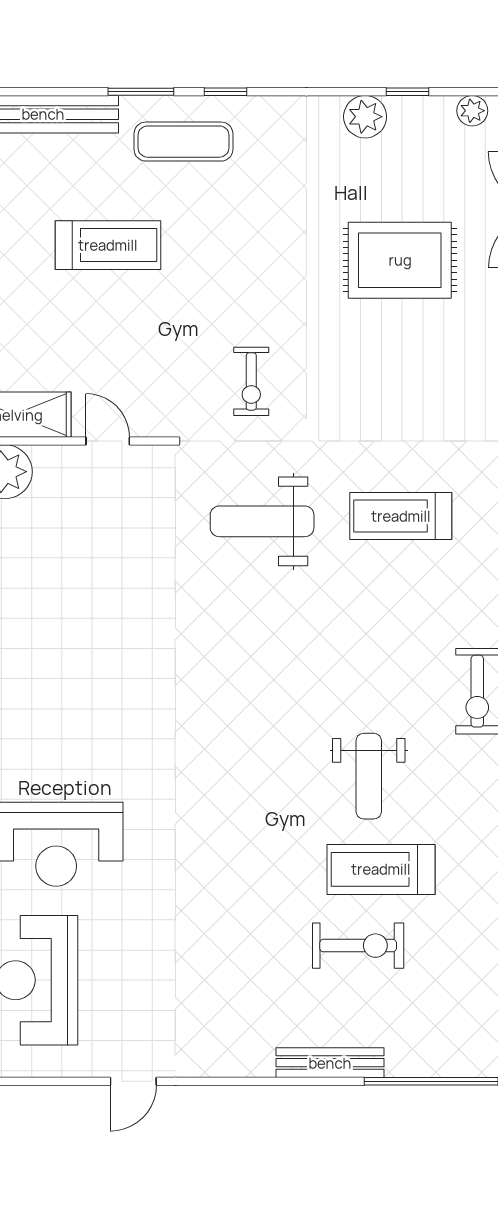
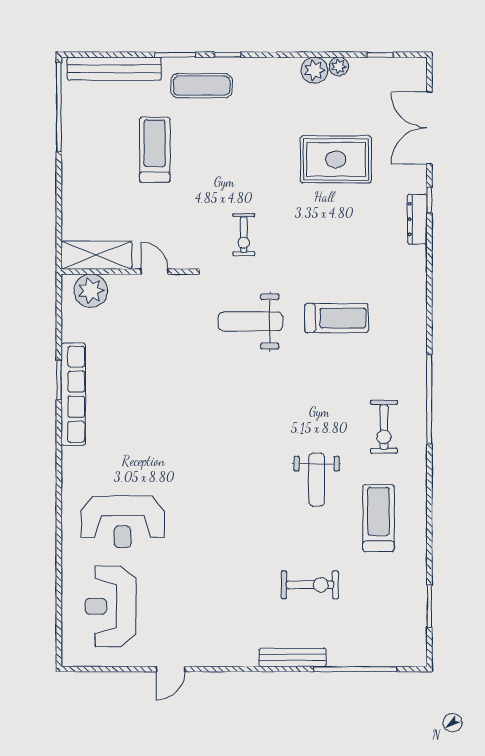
window: (408, 92) -> (380, 55), moved
plant: (472, 111) -> (339, 66), moved
treadmill: (108, 245) -> (155, 150), turned -90
treadmill: (401, 516) -> (336, 318), turned 180
treadmill: (381, 869) -> (378, 518), moved, turned 90

